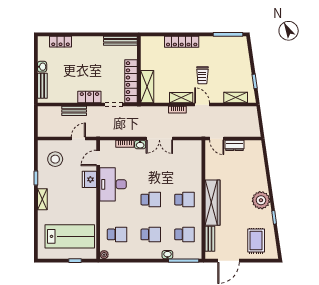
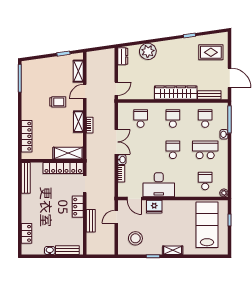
locker: (182, 42) -> (27, 136), moved
door: (202, 105) -> (85, 91), moved
door: (78, 138) -> (116, 217), hinge flipped
dresser: (234, 145) -> (123, 56), moved
school desk: (184, 165) -> (141, 119), added
plant: (261, 200) -> (148, 51), moved
school desk: (151, 234) -> (205, 150), width x1.85

